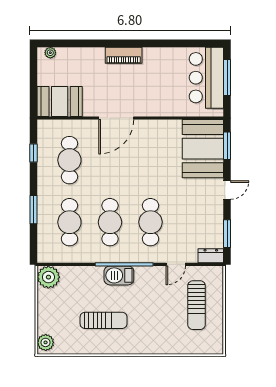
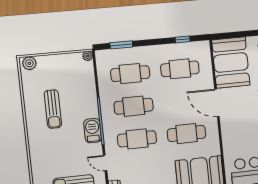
booth: (60, 101) -> (231, 63), width x1.36, depth x1.42
cafe table: (150, 160) -> (186, 134), added
window: (33, 210) -> (121, 45), moved
barbecue: (119, 275) -> (93, 131), moved
plant: (48, 277) -> (88, 56), width x0.53, depth x0.53

